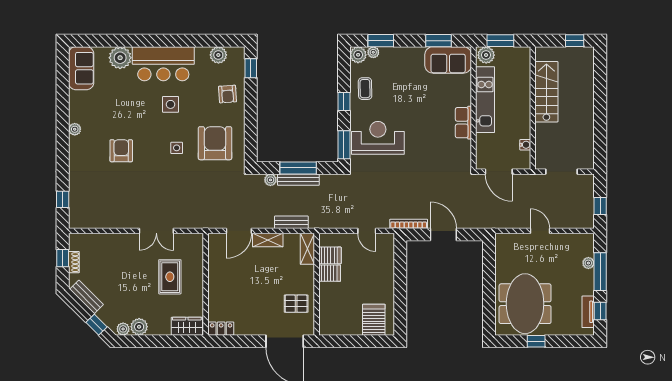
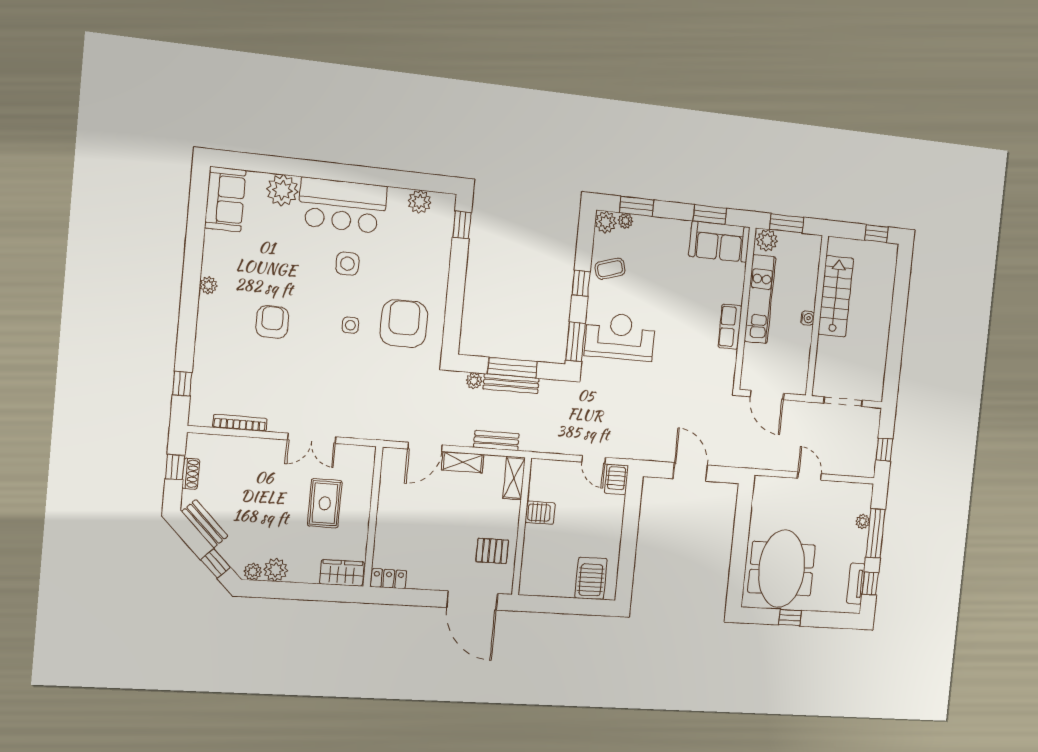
coffee table: (365, 89) -> (610, 269), turned 74
armchair: (228, 94) -> (427, 257), removed
water cooler: (525, 145) -> (808, 318), moved
bookcase: (409, 224) -> (240, 423), moved
server rack: (330, 255) -> (616, 479), moved, turned 90

